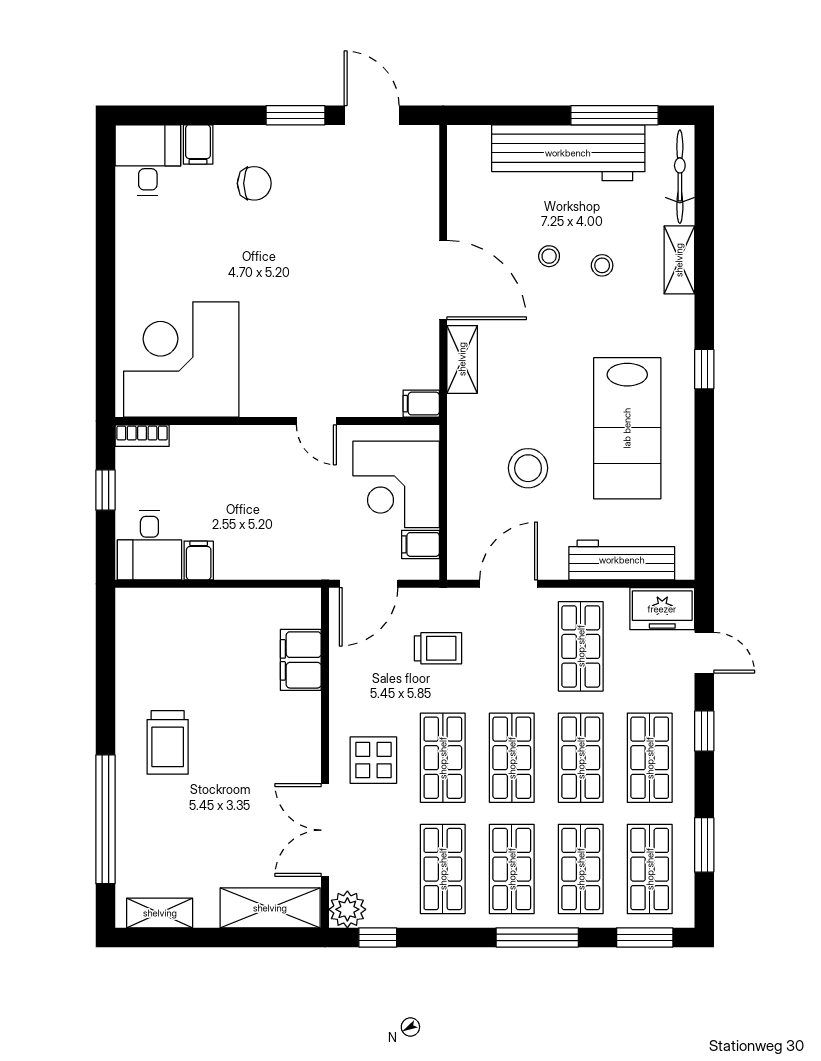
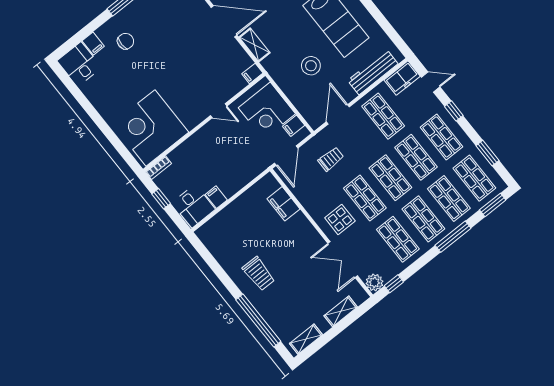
shelving: (270, 908) -> (341, 311), width x0.67, depth x0.75

